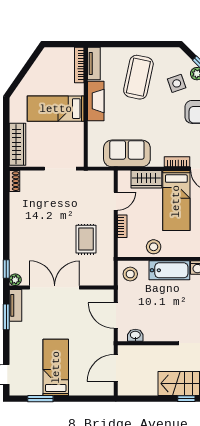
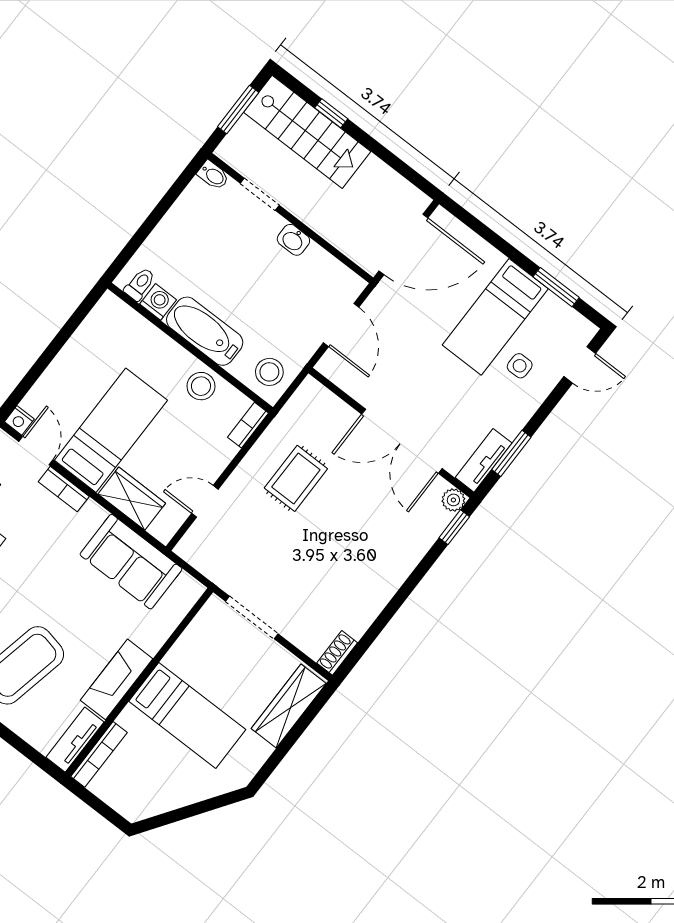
bookcase: (122, 226) -> (248, 425), moved
washbasin: (135, 335) -> (293, 240), moved
side table: (30, 355) -> (520, 366), added
door: (116, 368) -> (403, 244), width x1.36

